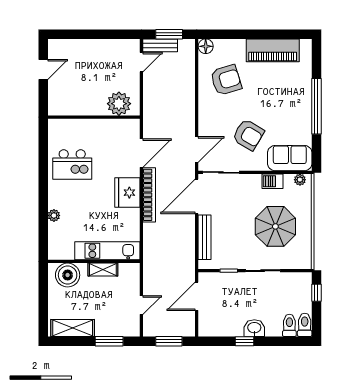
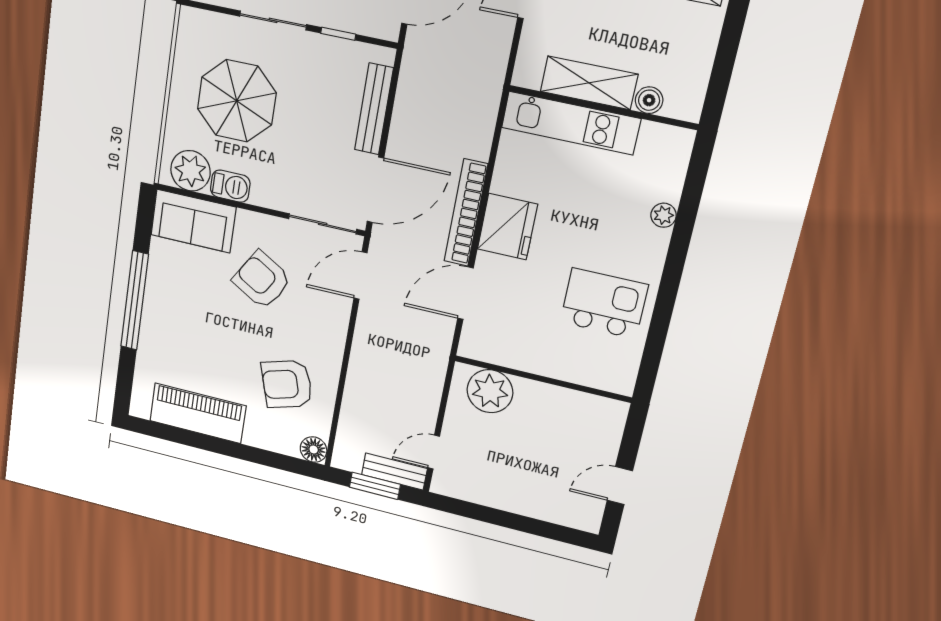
plant: (300, 180) -> (190, 171), width x1.88, depth x1.88
shelving: (103, 270) -> (589, 83), width x1.50, depth x1.33
boiler: (68, 275) -> (649, 100), width x0.54, depth x0.54

